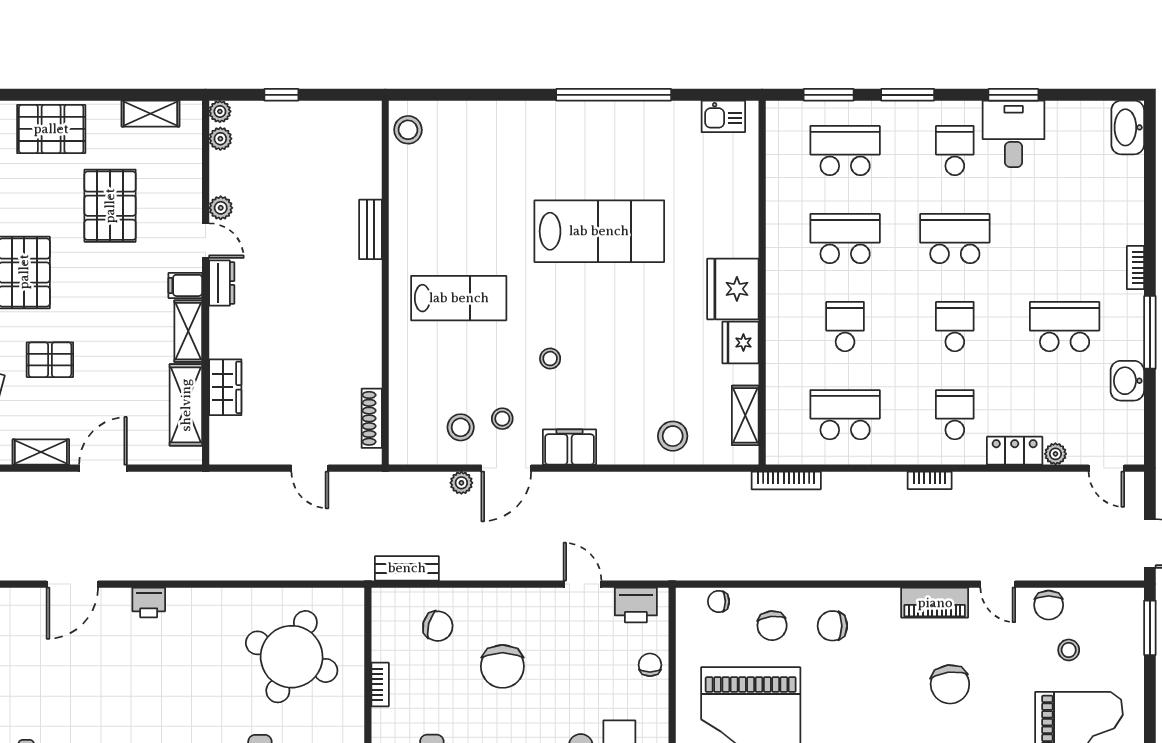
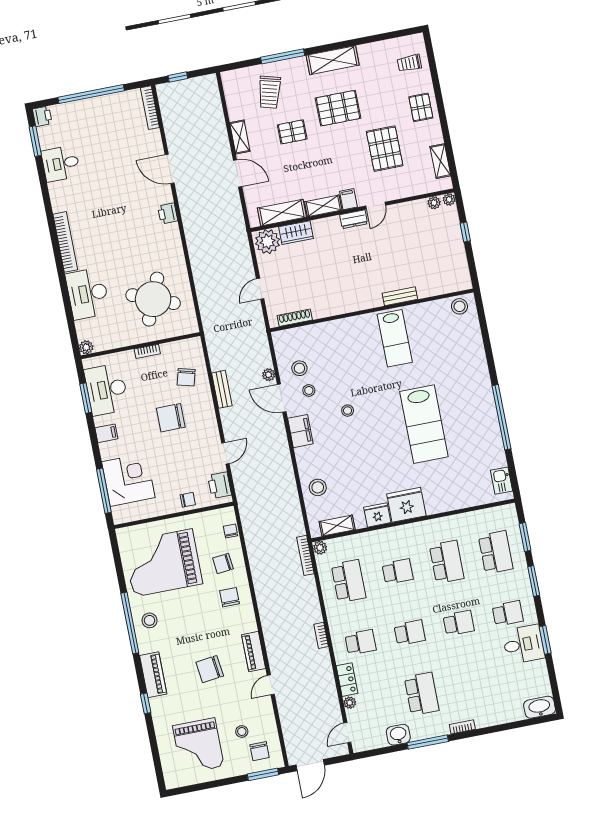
pallet: (51, 129) -> (421, 107), width x0.67, depth x0.71
pallet: (110, 206) -> (385, 149), turned 90
plant: (221, 208) -> (268, 242), moved, width x1.87, depth x1.87
school desk: (955, 239) -> (459, 623), width x0.54
lab bench: (459, 298) -> (395, 338), moved
pallet: (50, 360) -> (292, 132), turned 90
plant: (778, 453) -> (320, 548), added
bench: (407, 568) -> (222, 389), moved
chair: (1049, 605) -> (260, 751), moved, turned -90

